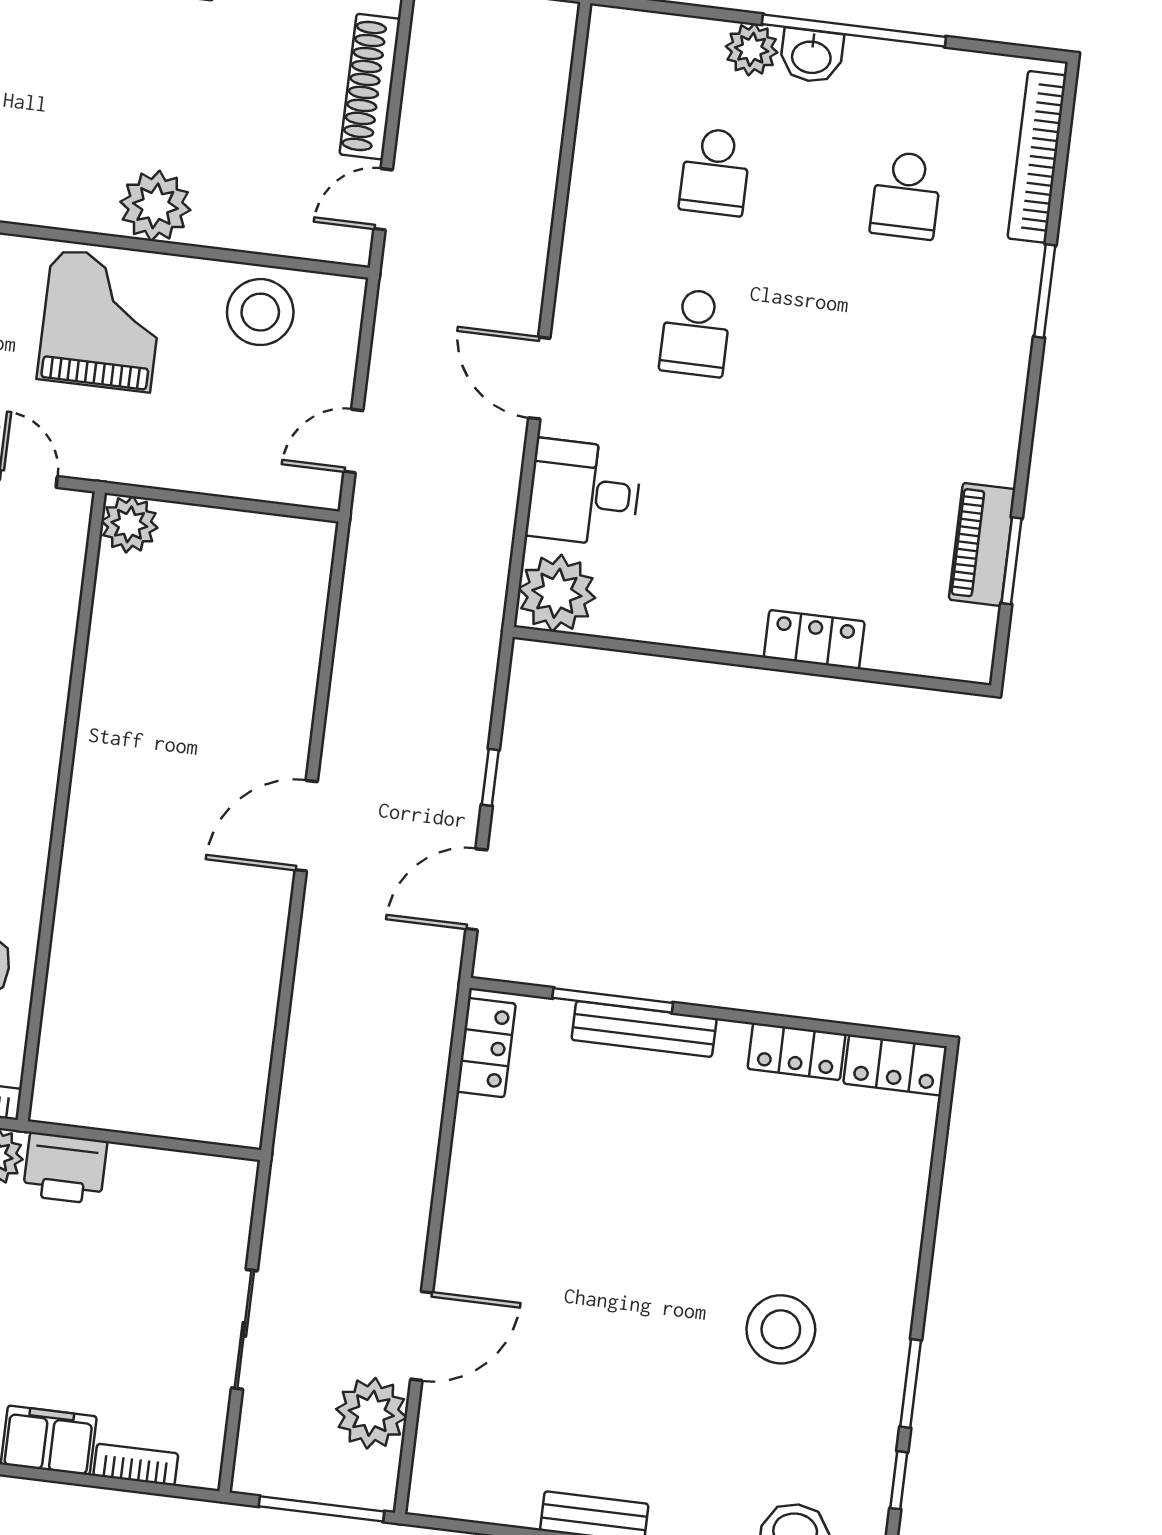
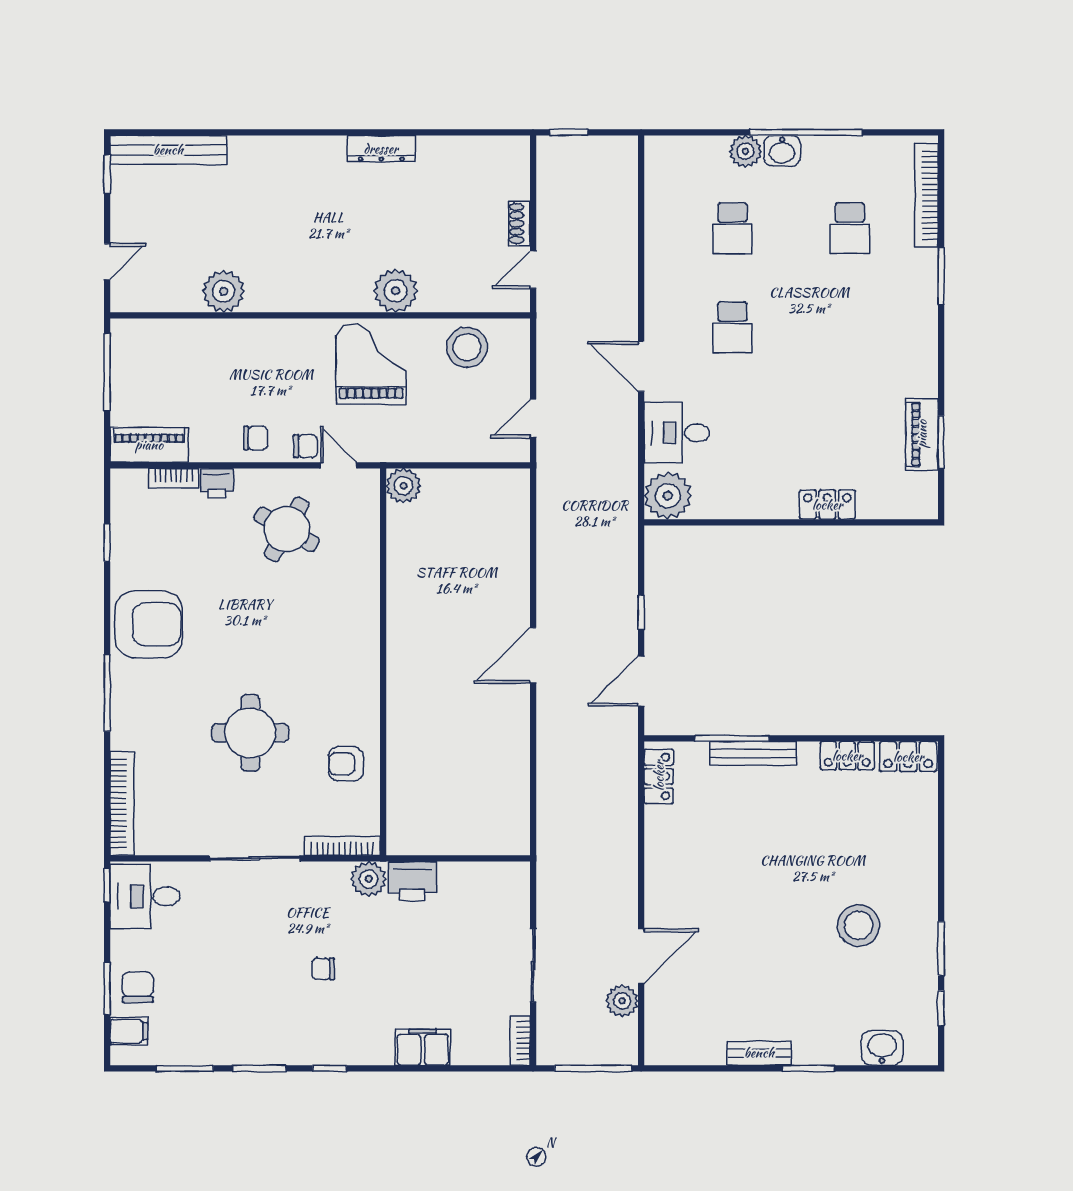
shoe rack: (370, 87) -> (519, 223), width x0.51, depth x0.81
plant: (371, 1413) -> (622, 1001), width x0.73, depth x0.73
bookcase: (136, 1465) -> (520, 1041), moved, turned -90

